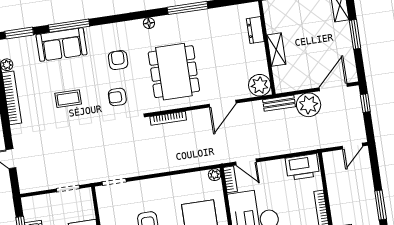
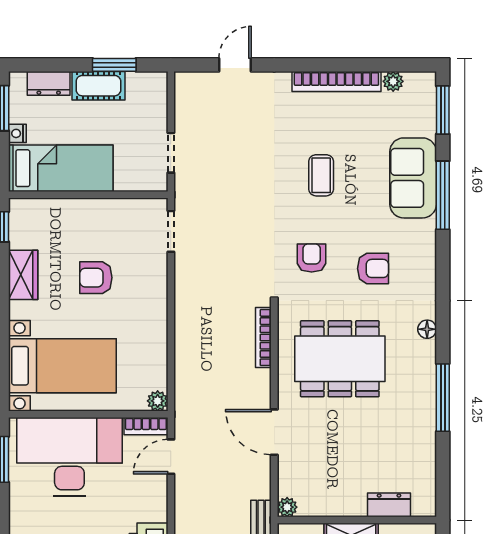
plant: (260, 85) -> (287, 507), width x0.53, depth x0.53

